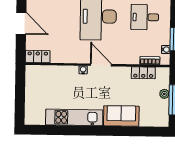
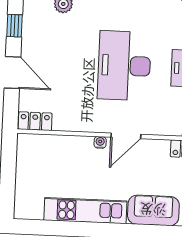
door: (101, 65) -> (126, 136), swing flipped

